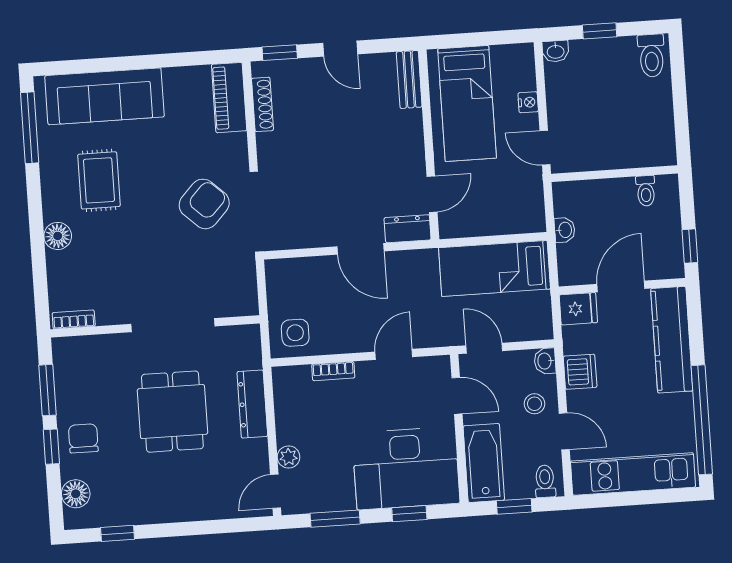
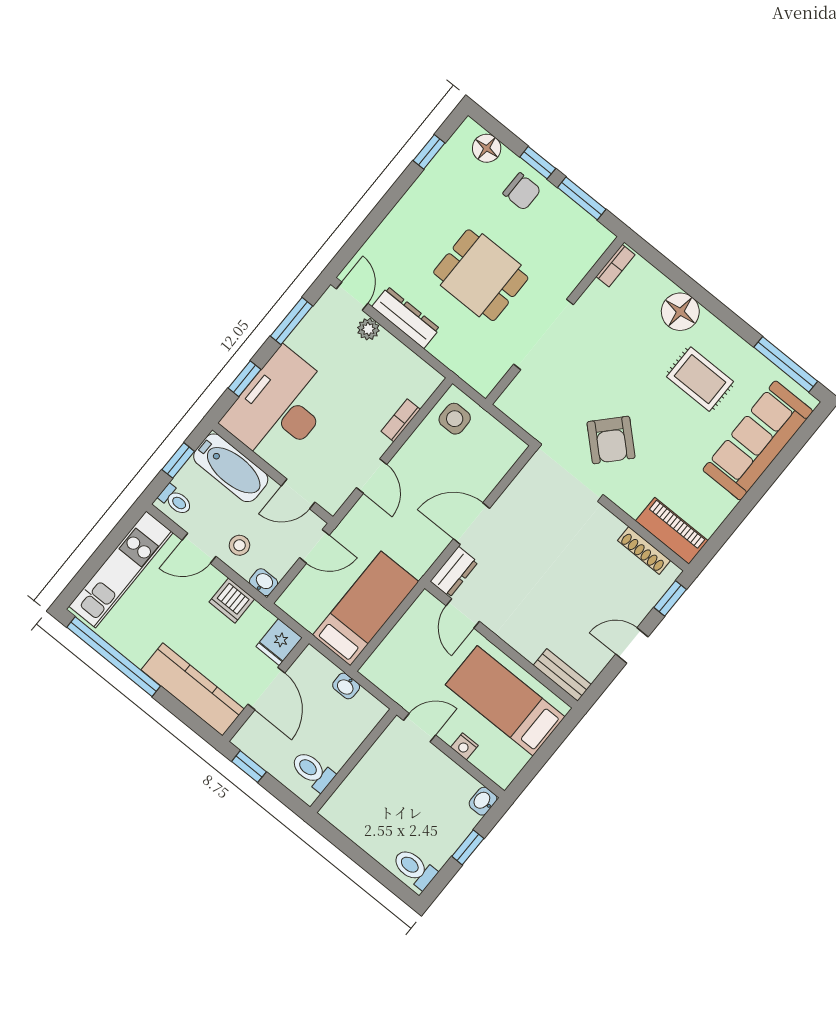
toilet: (646, 191) -> (313, 771), width x1.37, depth x1.39
floor lamp: (58, 236) -> (680, 312), width x1.38, depth x1.38
dresser: (252, 404) -> (406, 318), moved

